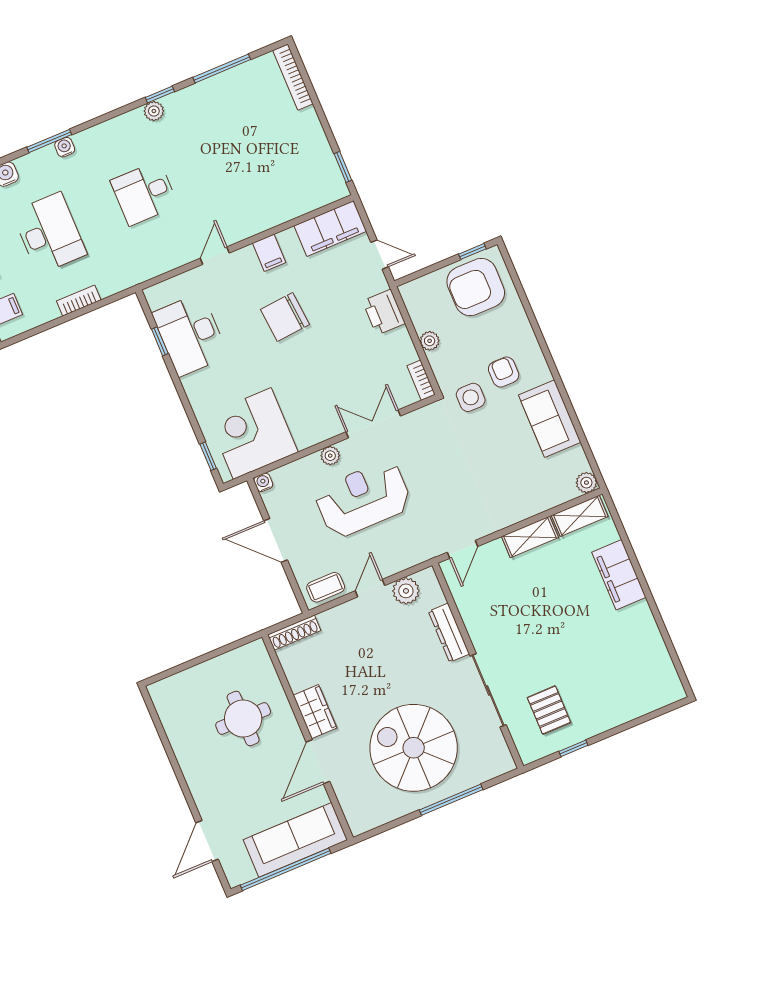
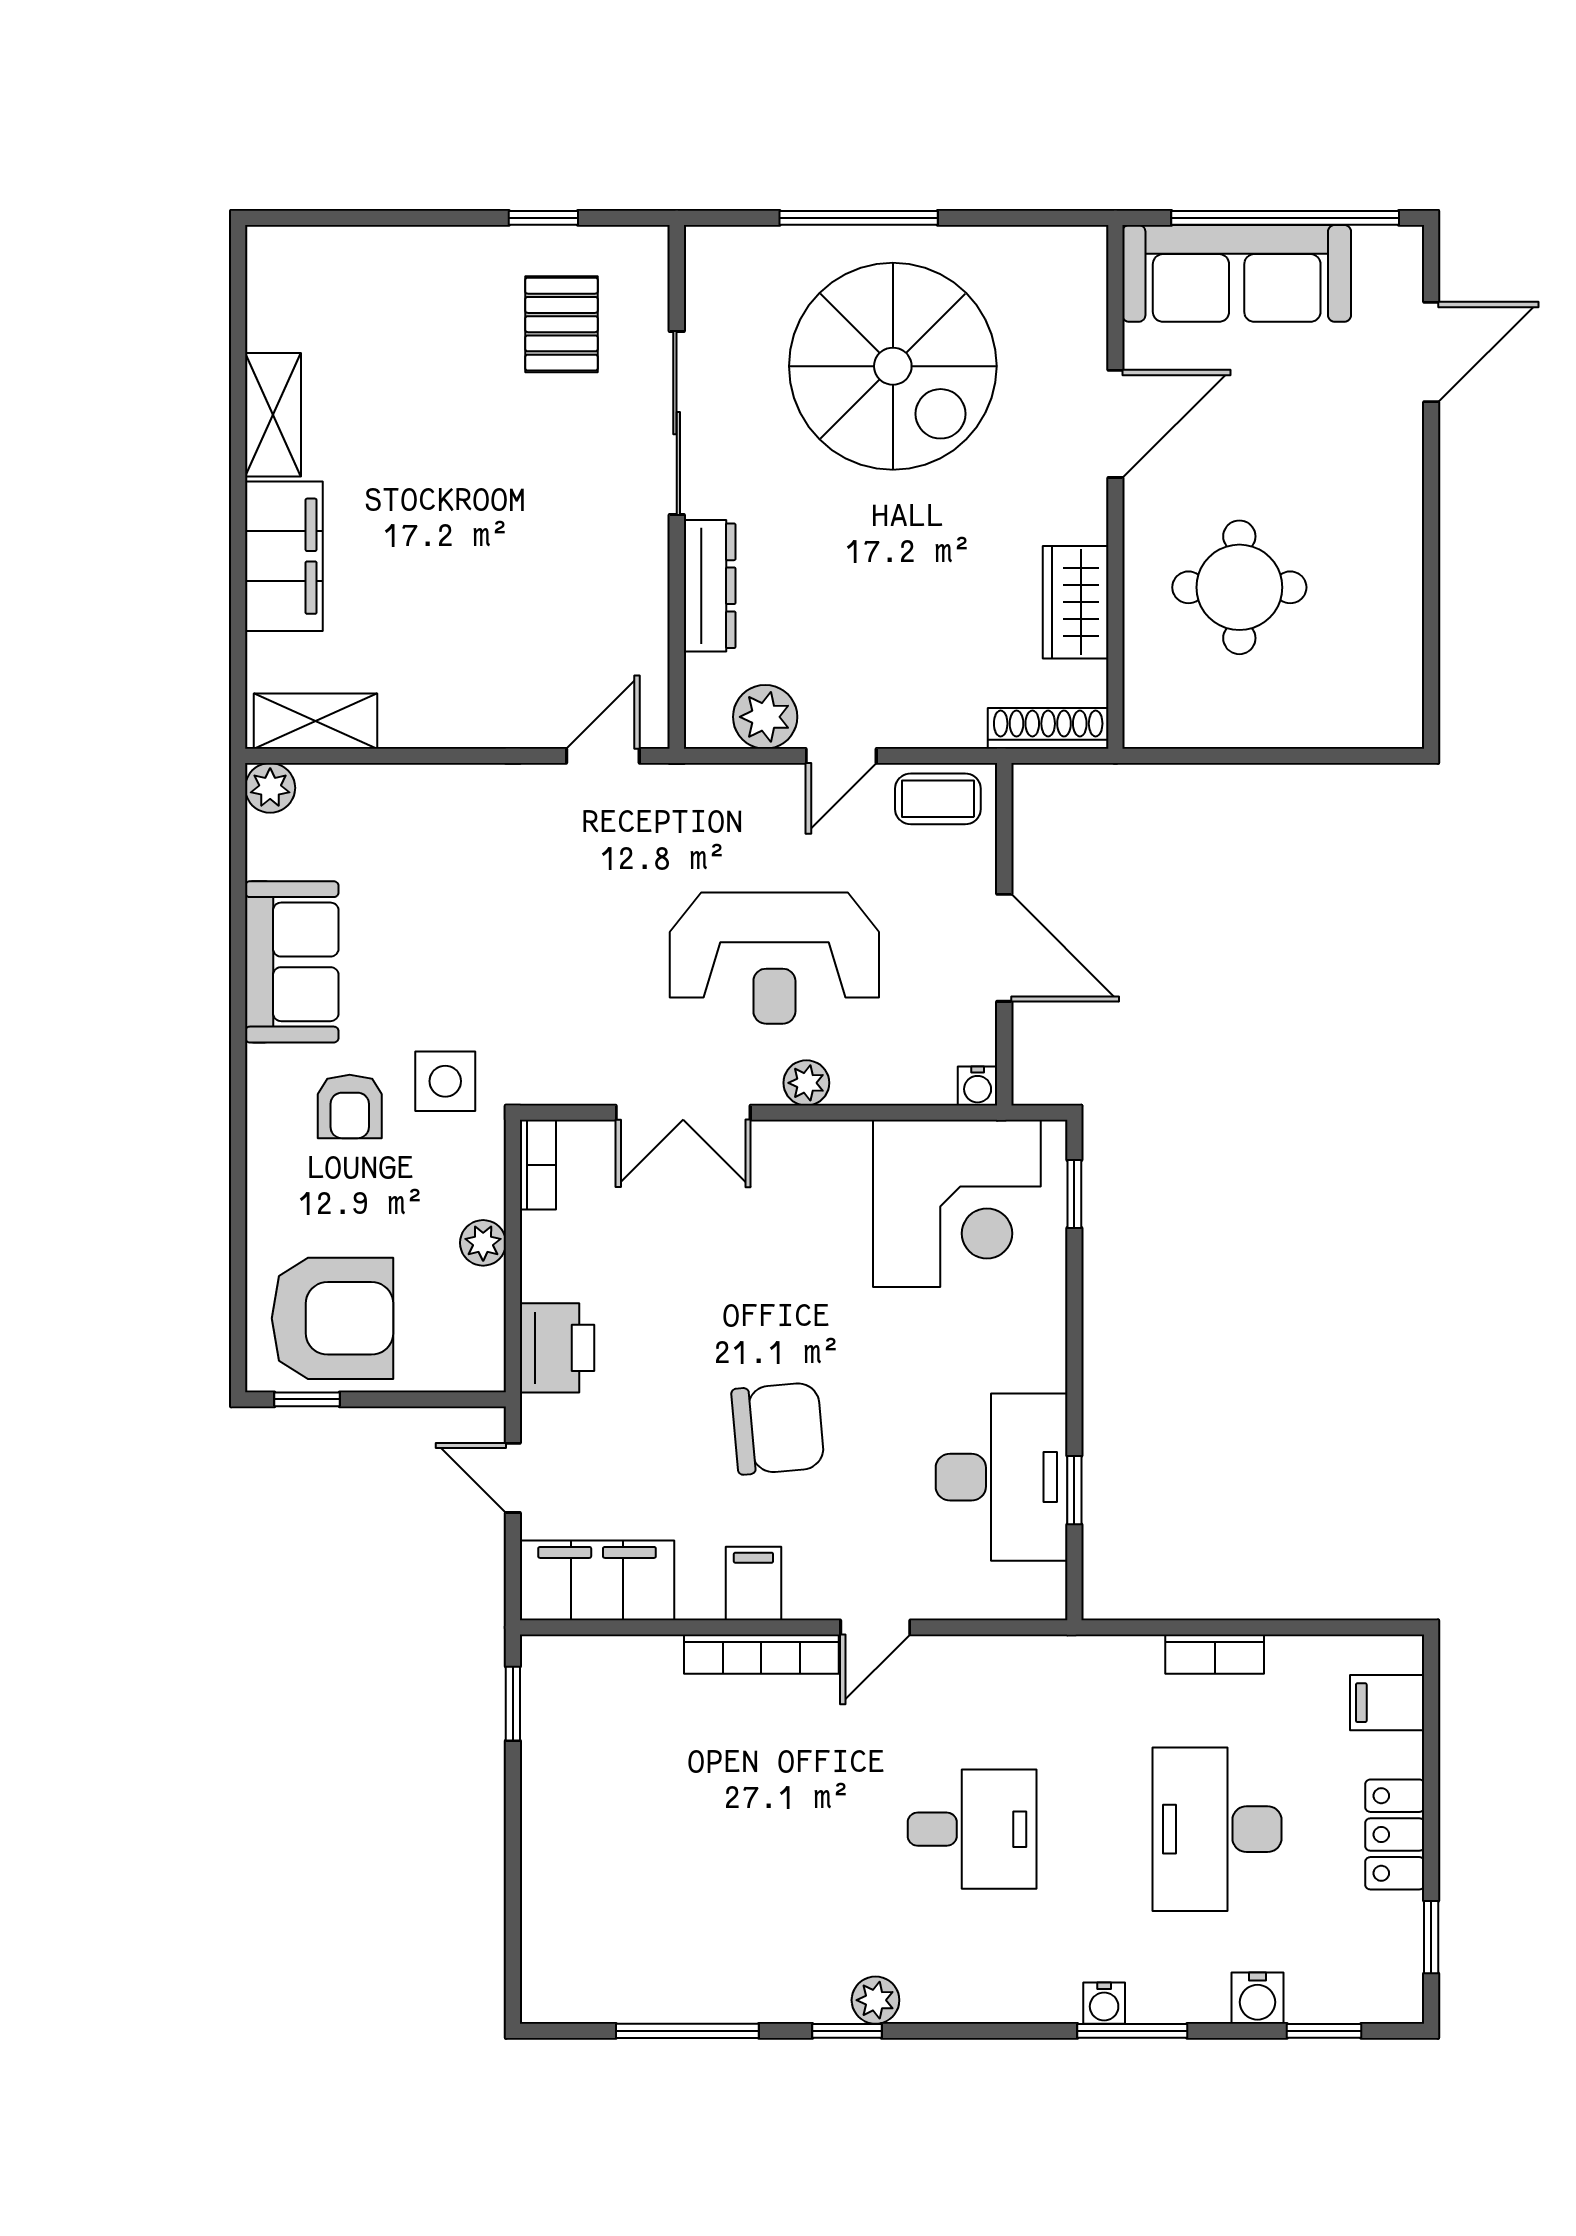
bookcase: (293, 77) -> (761, 1654), moved, turned 90
shelving: (530, 537) -> (273, 415), moved, turned 90
wardrobe: (315, 712) -> (1076, 602), moved

